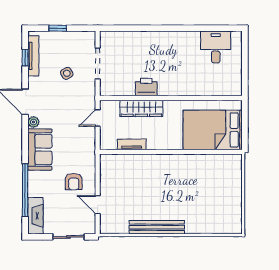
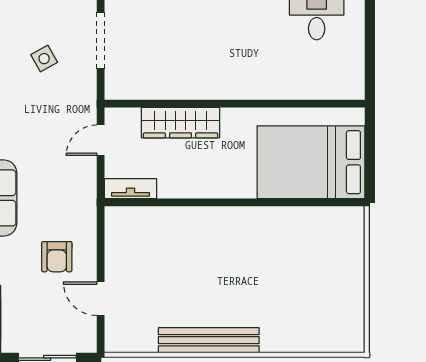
printer: (146, 87) -> (190, 84), removed
tv unit: (132, 144) -> (130, 189), moved

